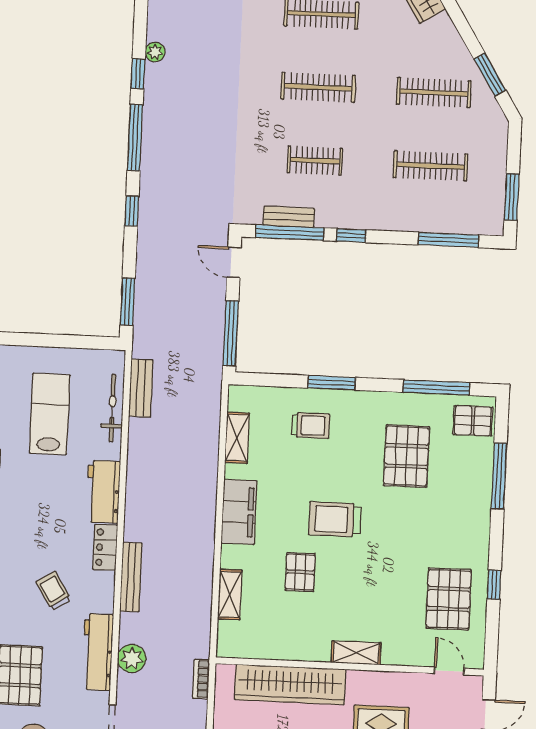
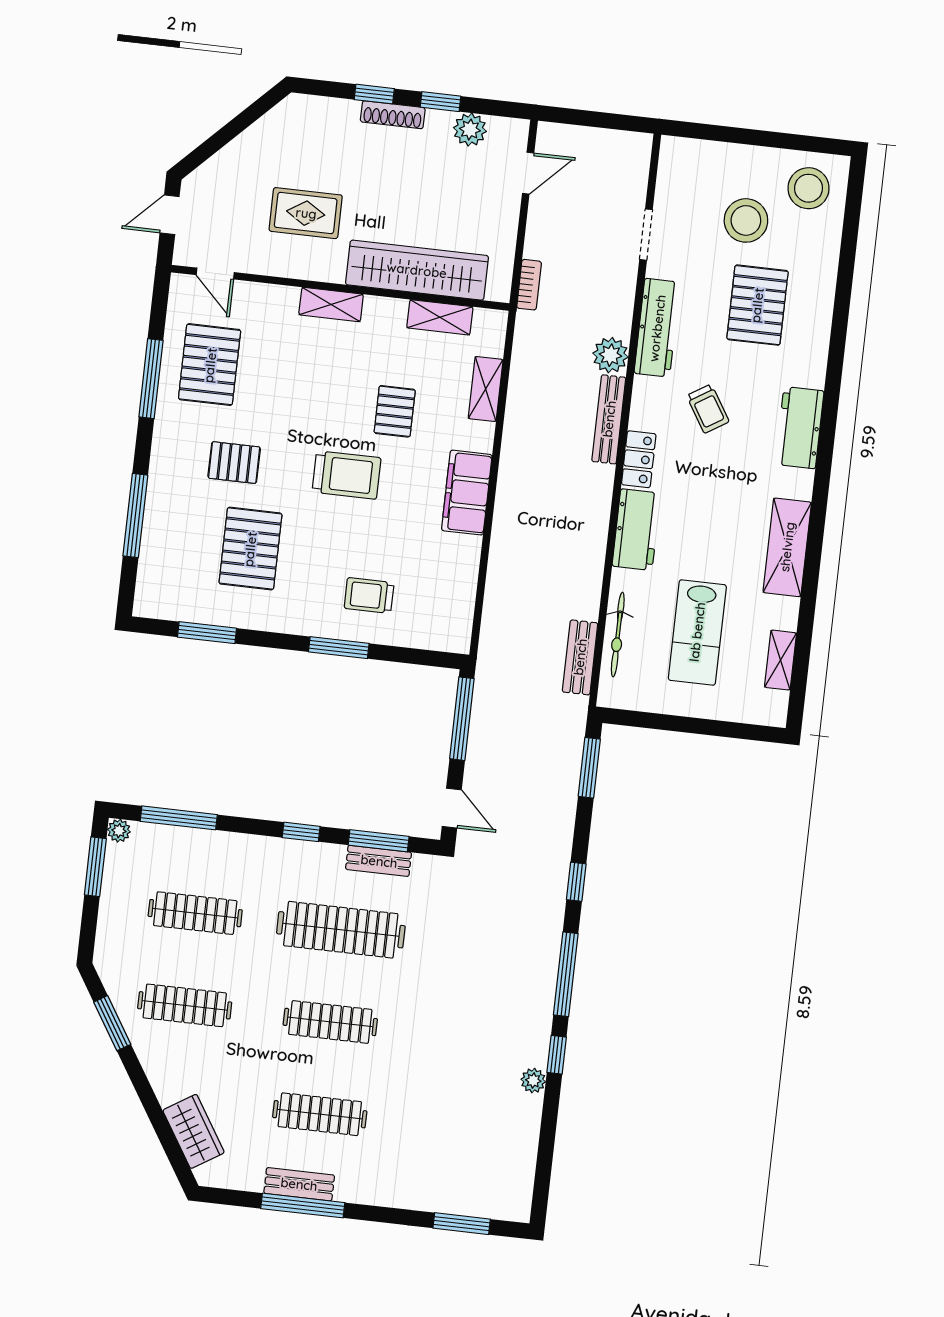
clothes rail: (315, 161) -> (341, 930), width x1.86, depth x1.31
plant: (495, 227) -> (119, 831), added
window: (290, 233) -> (379, 841), width x0.69
window: (436, 388) -> (207, 633), width x0.69
pallet: (473, 421) -> (234, 463), moved
shelving: (237, 438) -> (440, 317), moved, turned 90
window: (494, 585) -> (151, 379), width x2.17
plant: (132, 658) -> (610, 355), moved

